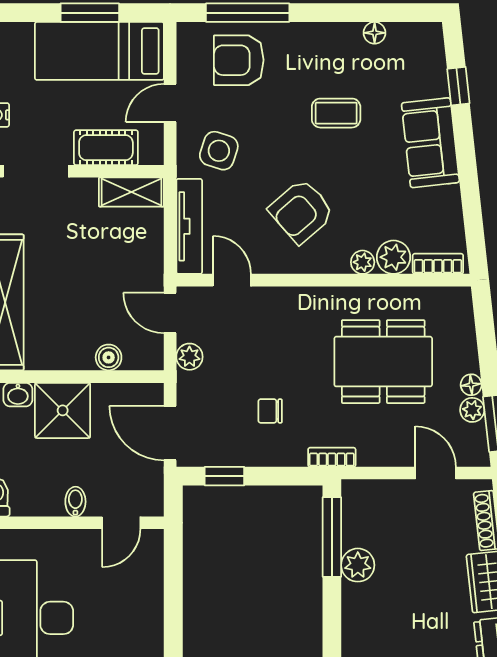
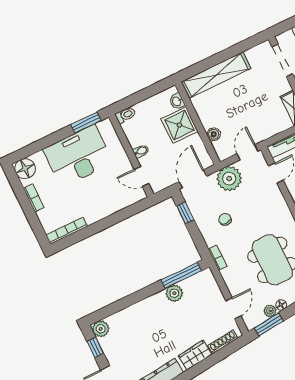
plant: (189, 357) -> (229, 179), width x1.88, depth x1.88

